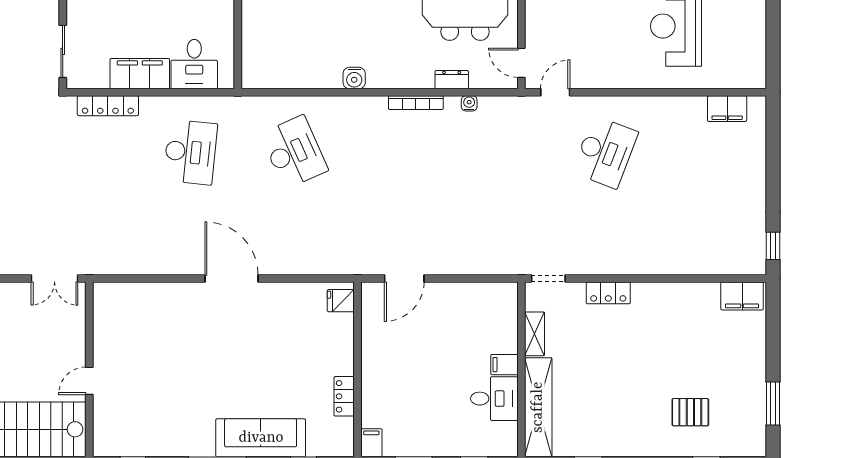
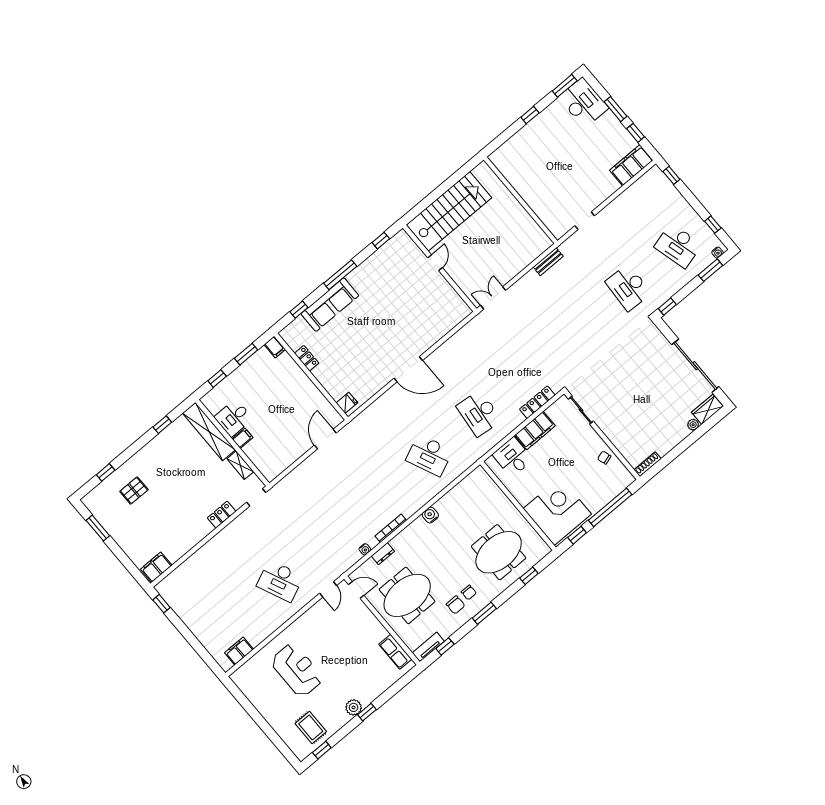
desk: (605, 152) -> (280, 581), turned -45

